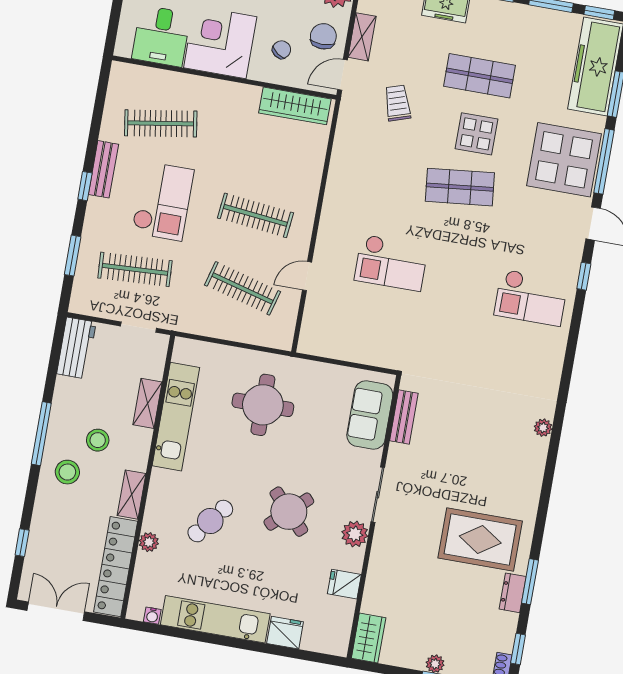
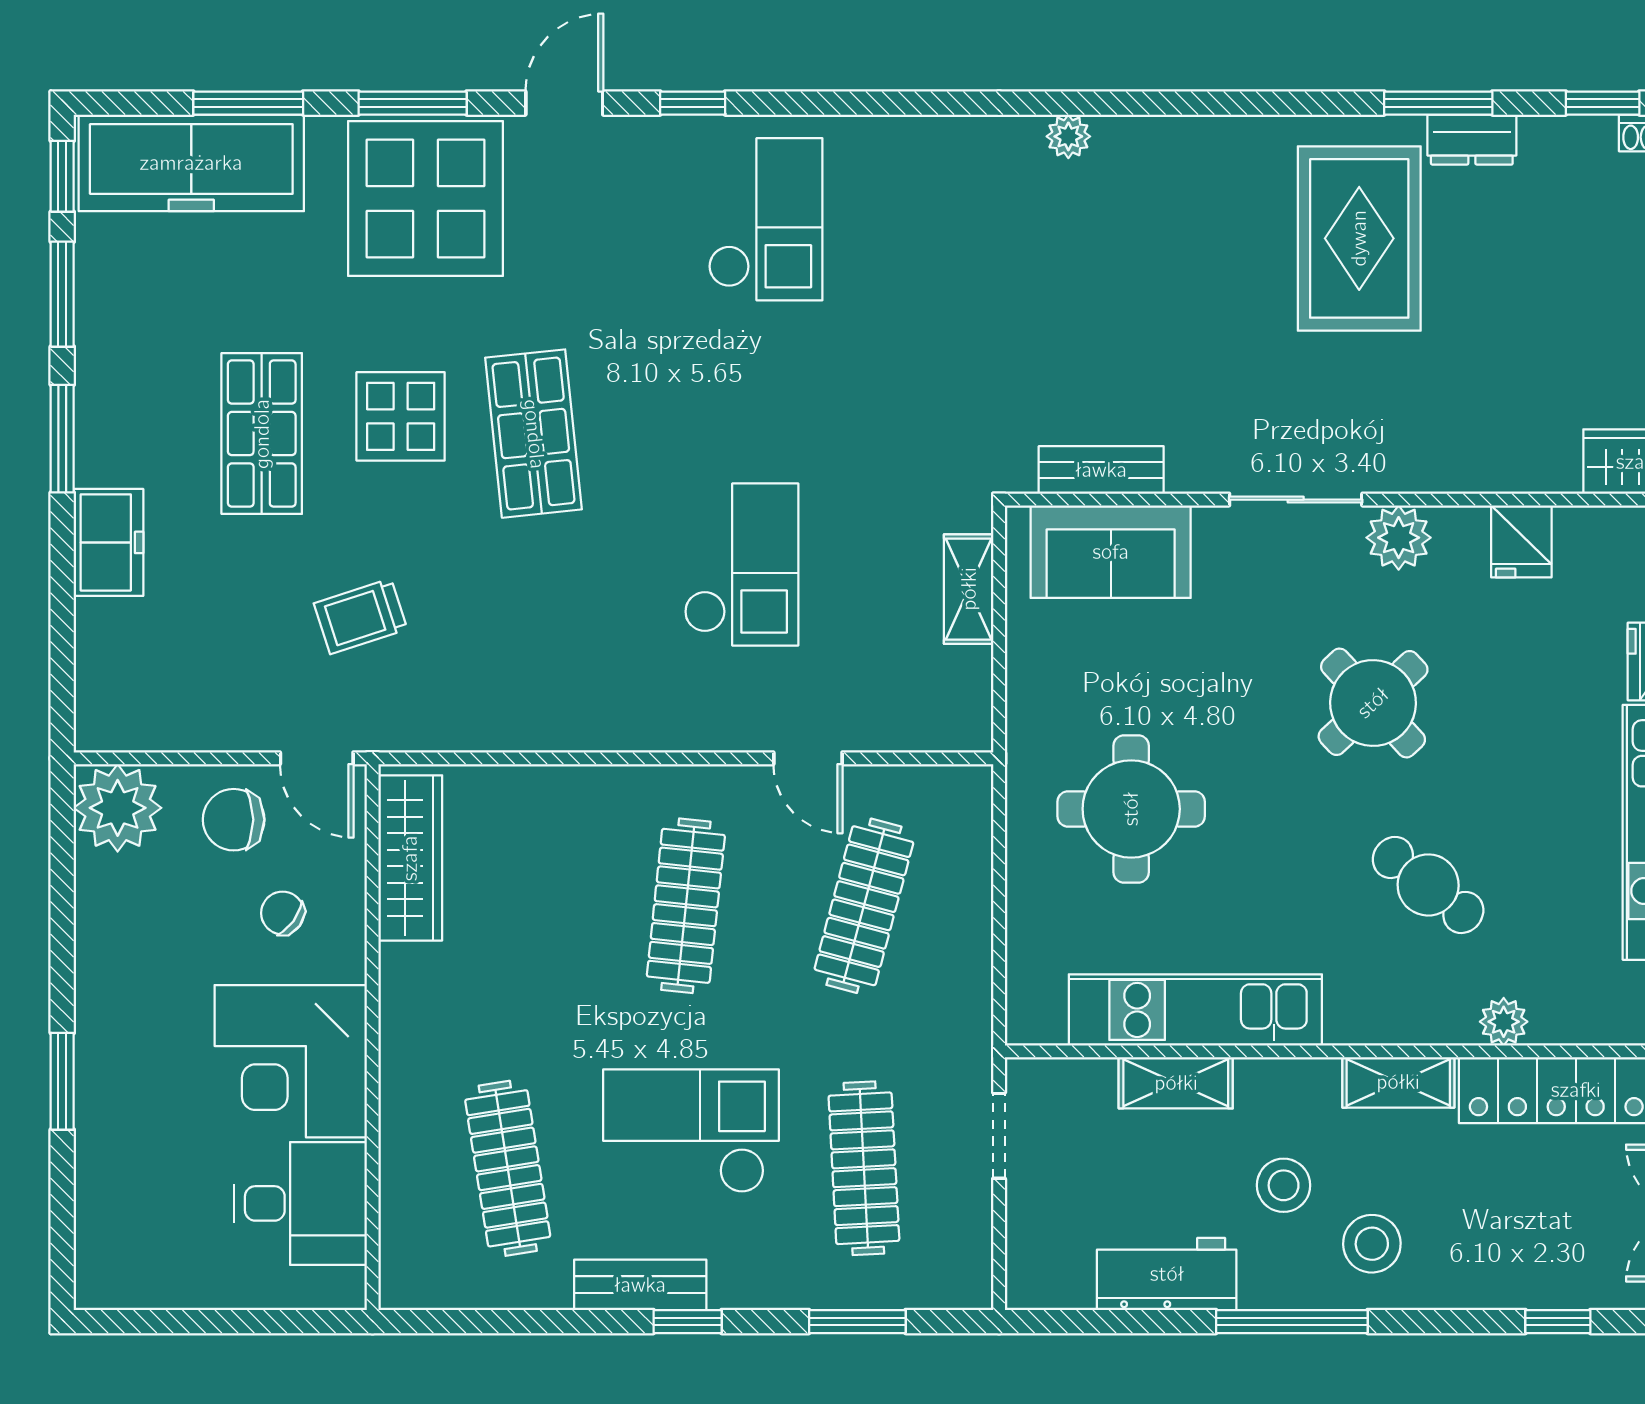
shelving: (362, 37) -> (969, 589), moved, turned 90
window: (604, 161) -> (413, 103), width x0.69
workbench: (76, 348) -> (1167, 1274), moved

